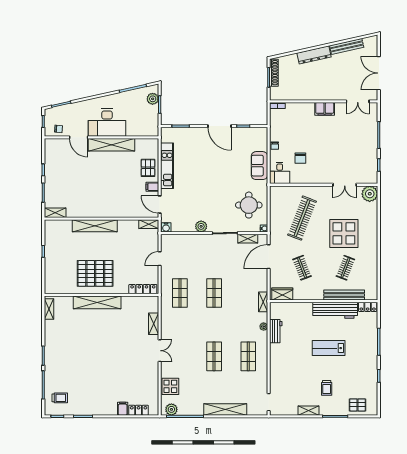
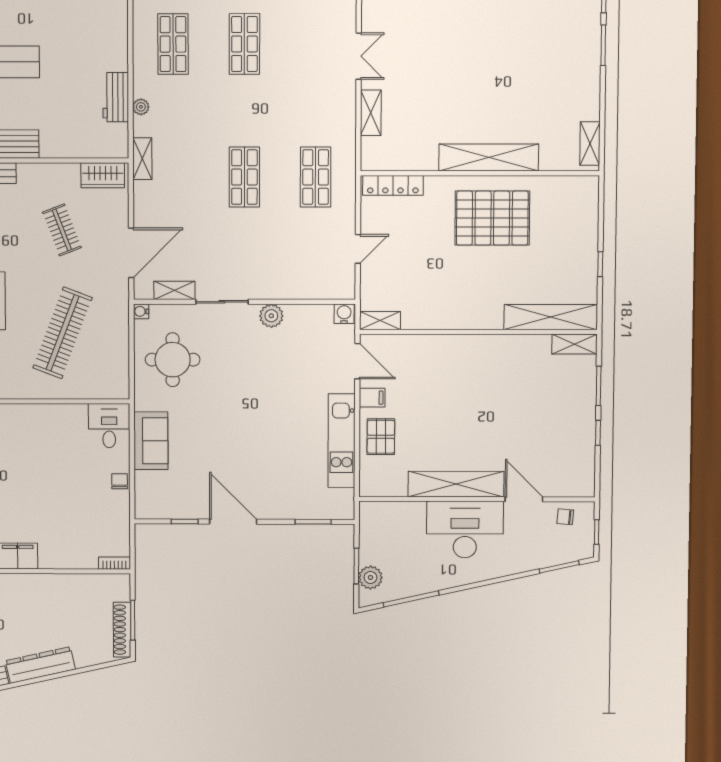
chair: (300, 158) -> (67, 456), removed
shelving: (95, 226) -> (551, 317), moved
double door: (160, 351) -> (359, 56), swing flipped

